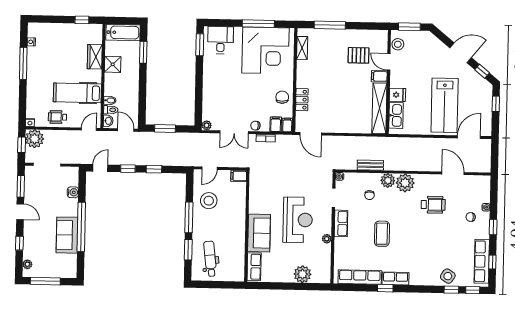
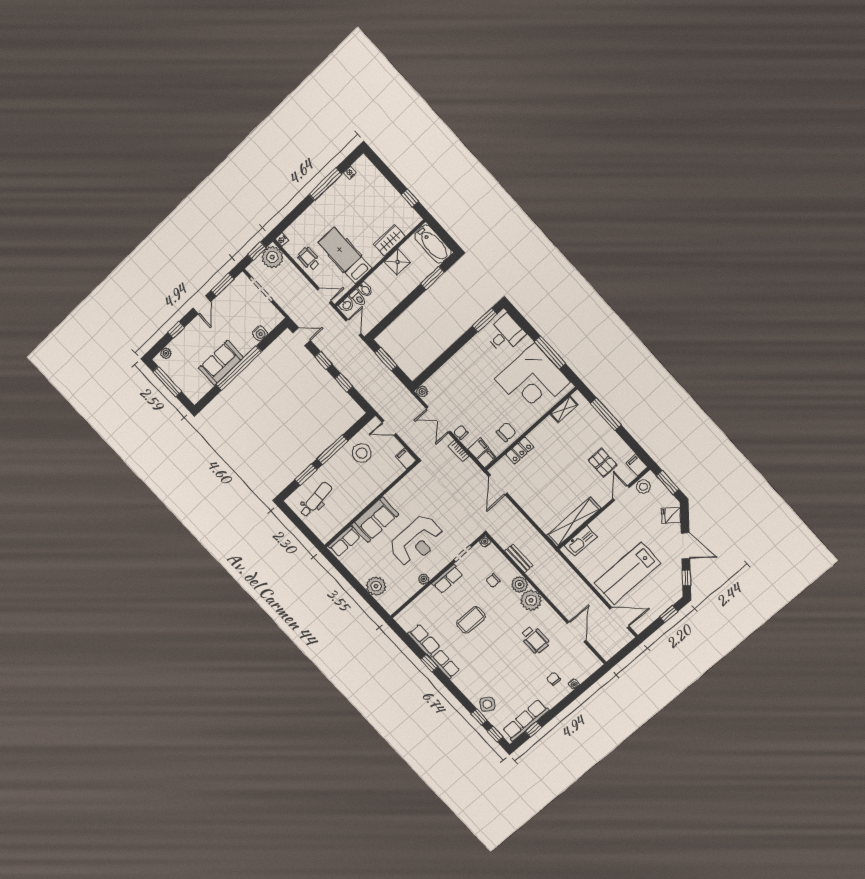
filing cabinet: (379, 76) -> (637, 465), moved
fridge: (397, 95) -> (671, 516), moved, turned 129
window: (493, 227) -> (563, 704), removed
row of seats: (360, 277) -> (424, 640), width x0.68

